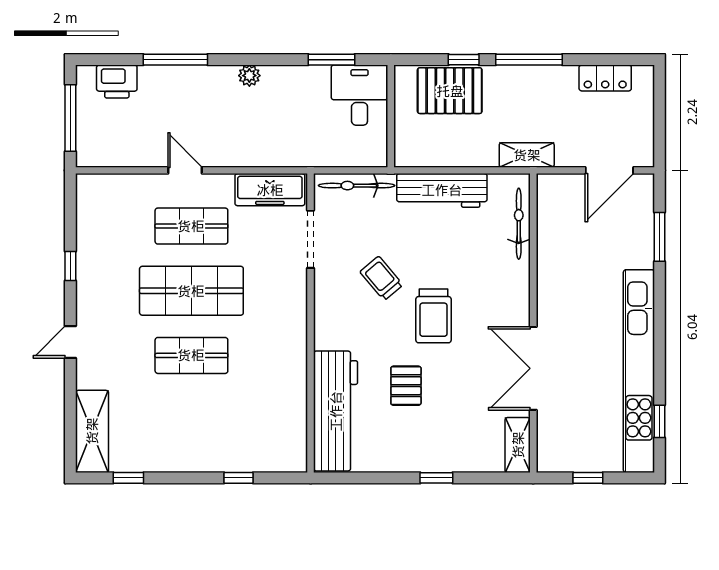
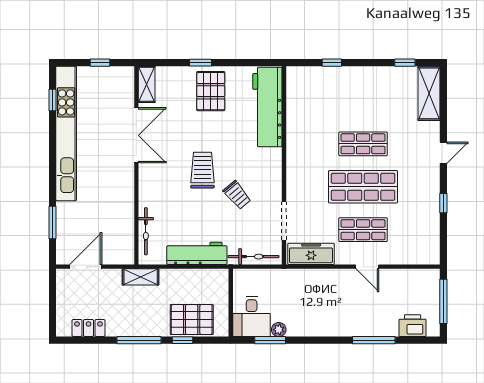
plant: (249, 76) -> (279, 330), moved
pallet: (406, 386) -> (211, 91), moved, width x1.50, depth x1.42

